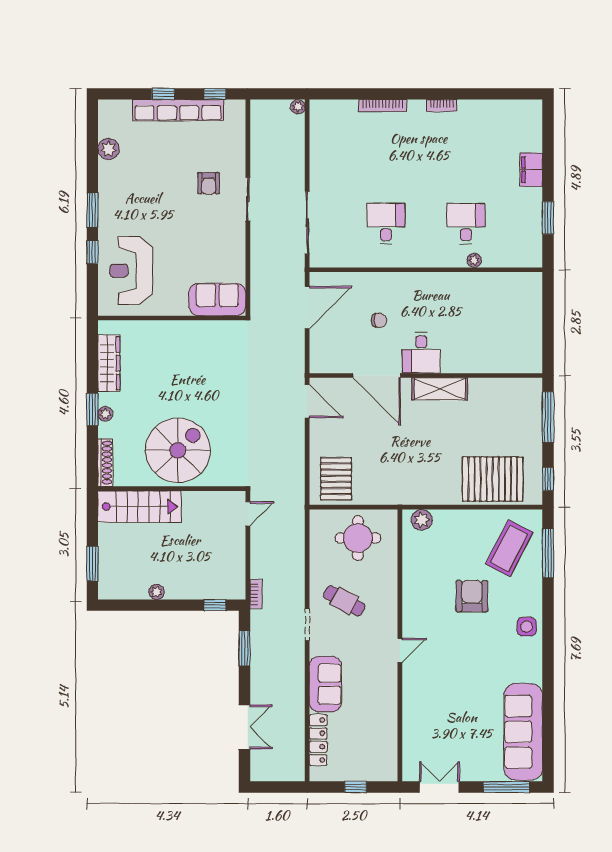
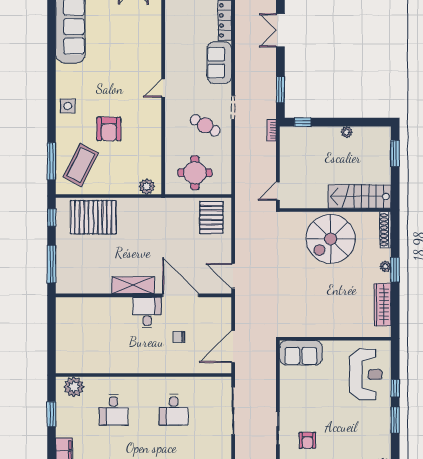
armchair: (209, 183) -> (307, 440), turned 180
plant: (474, 260) -> (74, 387), moved, width x1.87, depth x1.87

